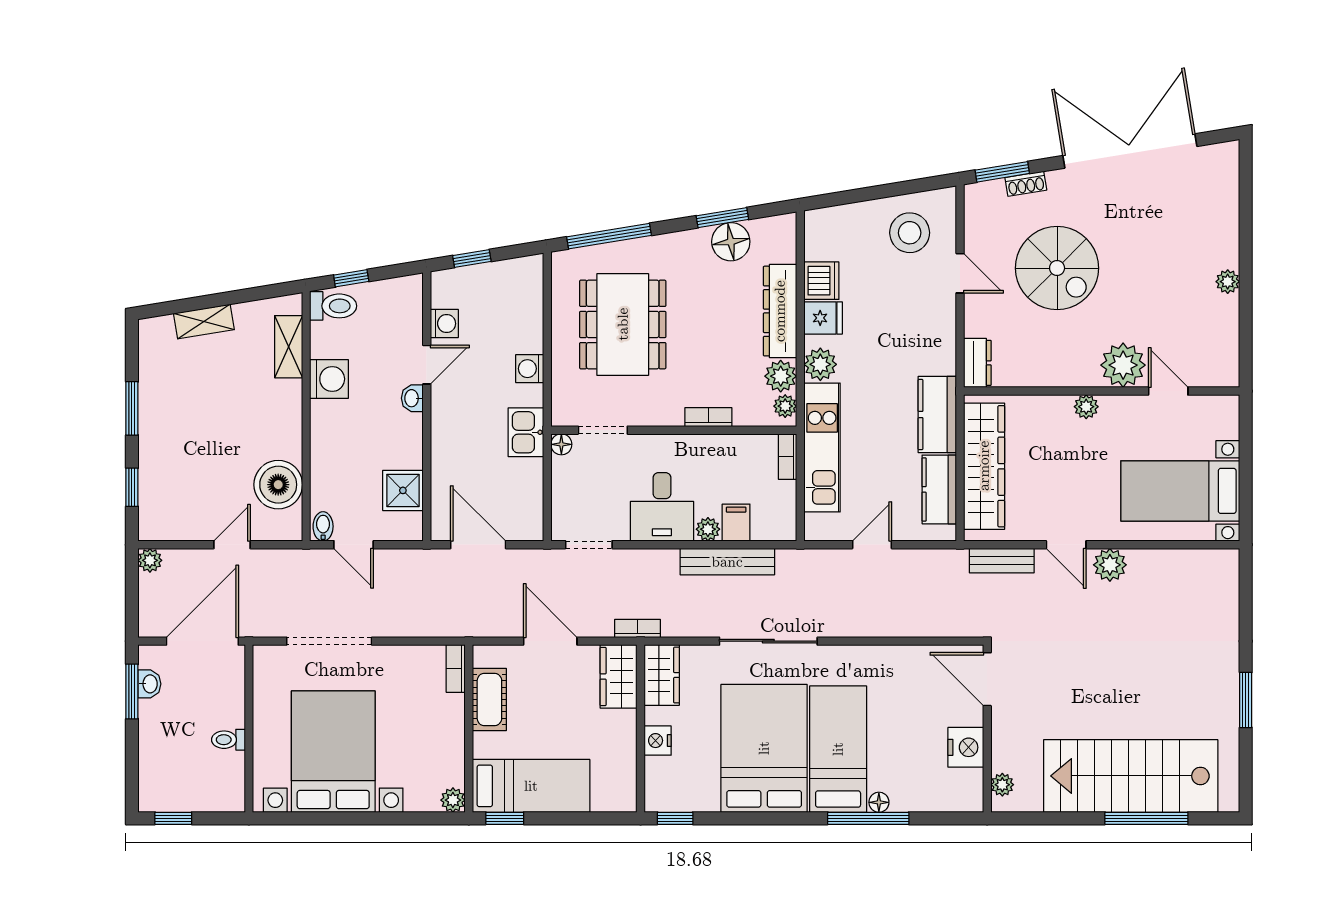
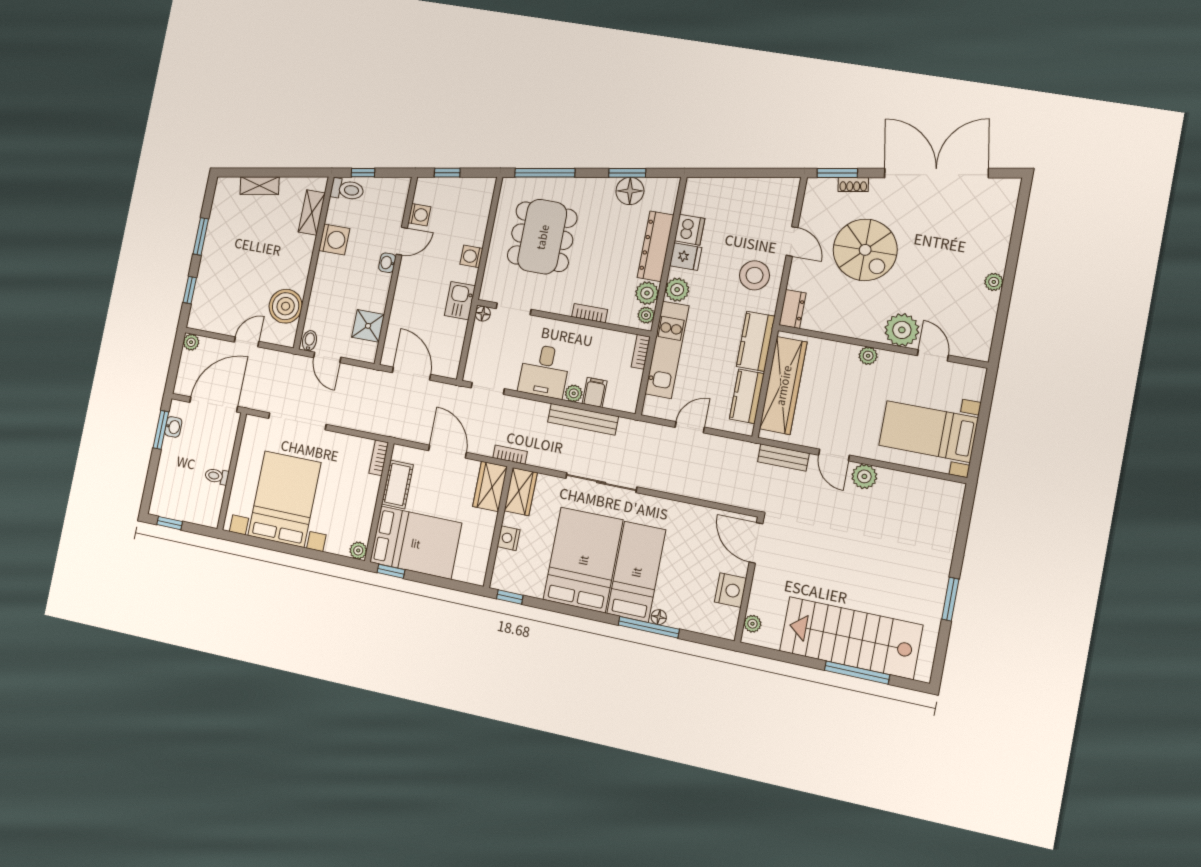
stool: (910, 233) -> (754, 275), moved
bed: (531, 786) -> (416, 543), width x1.50

